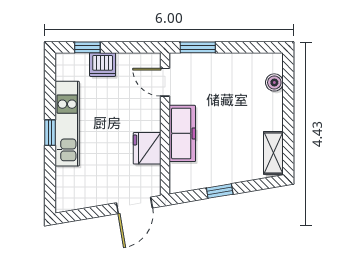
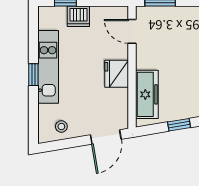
freezer: (182, 133) -> (147, 94), moved
fridge: (147, 148) -> (117, 74), moved
stool: (83, 193) -> (61, 127), added

